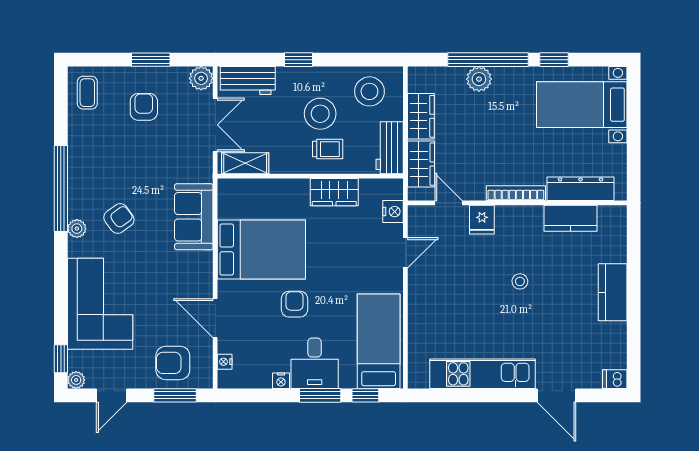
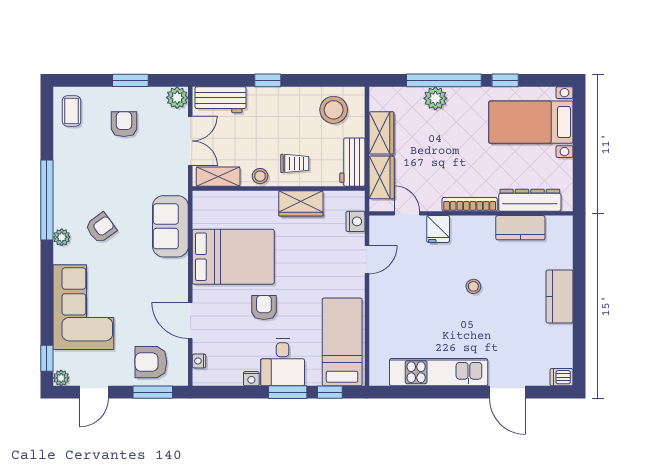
stool: (320, 114) -> (260, 176), moved, width x0.53, depth x0.53

